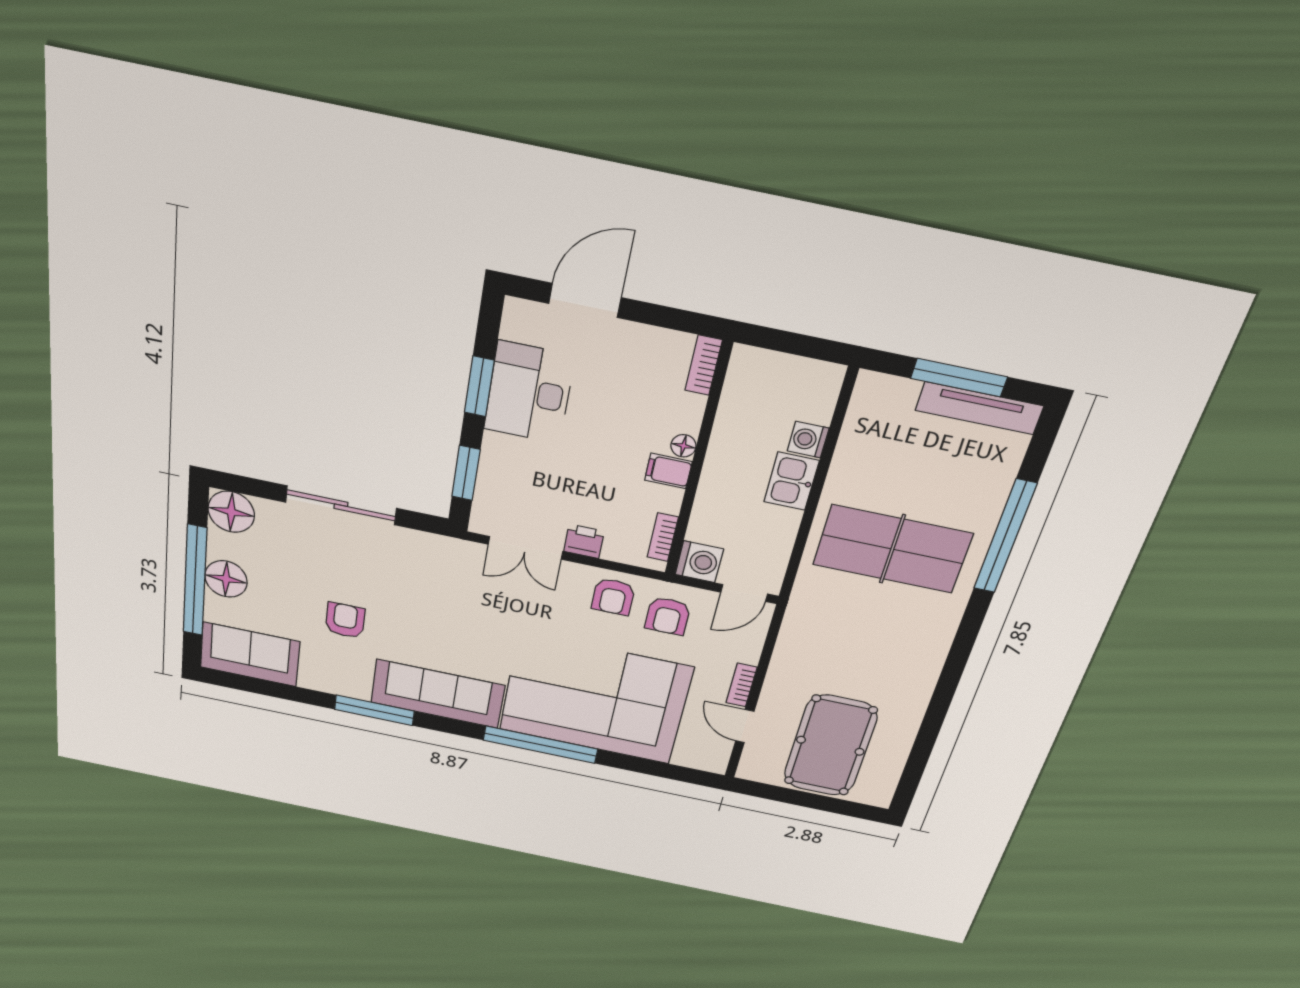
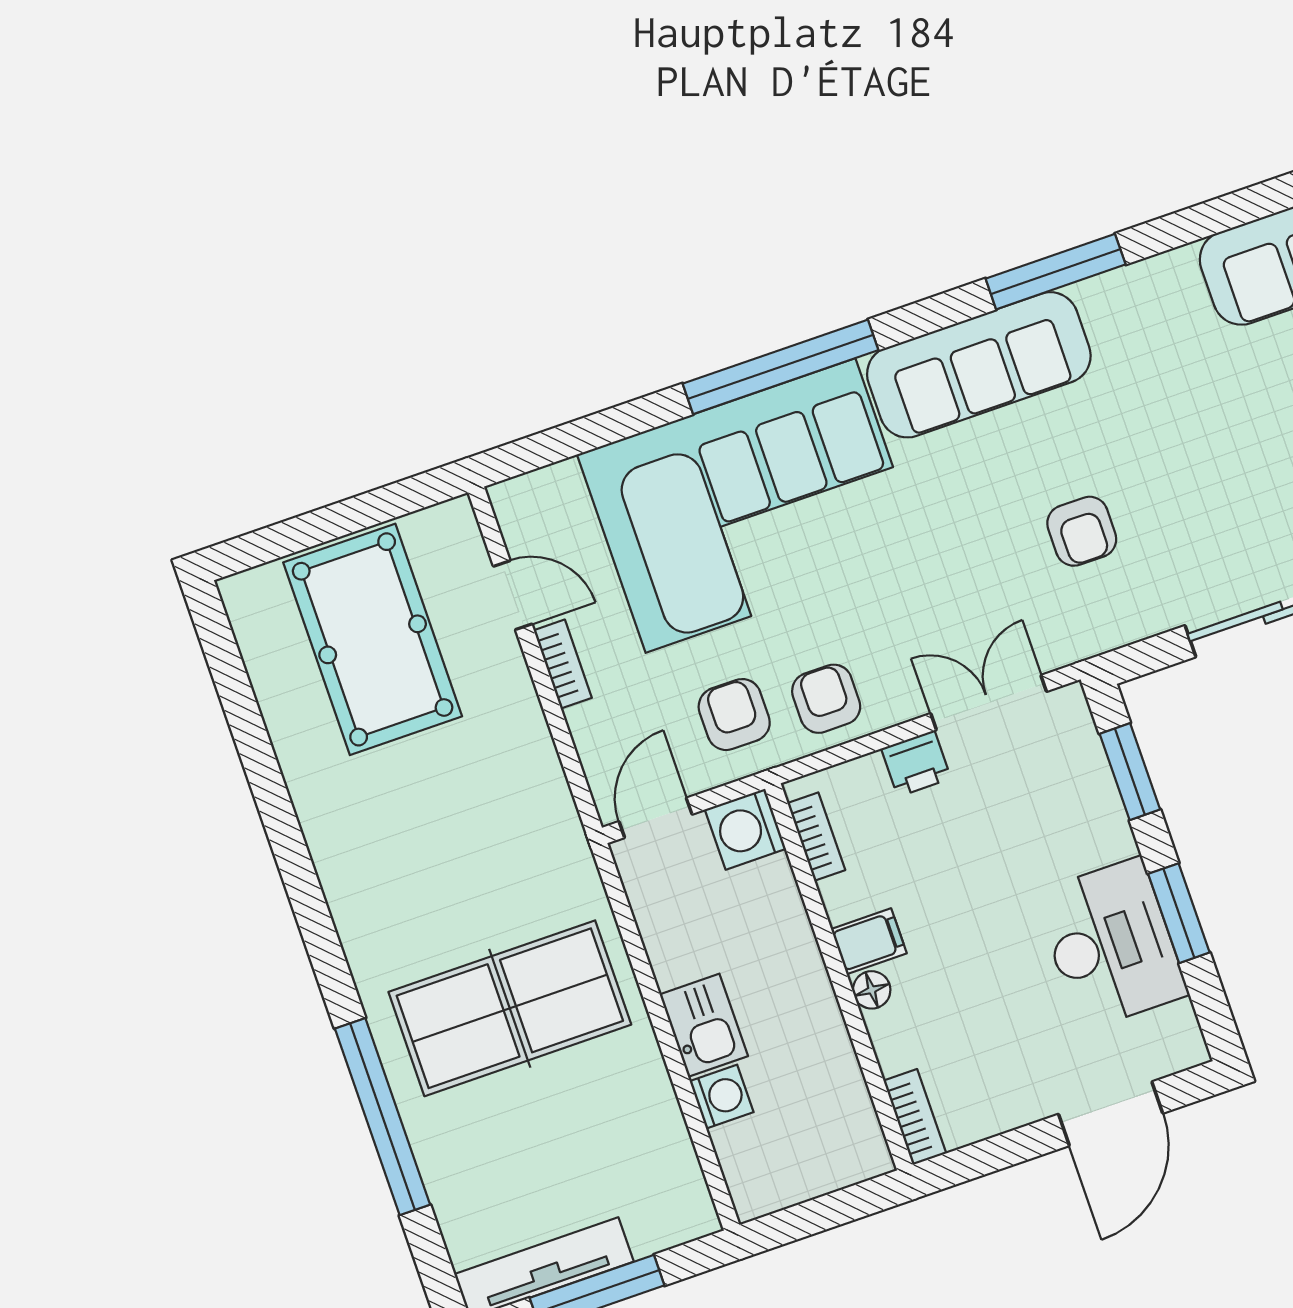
armchair: (345, 620) -> (1082, 531), moved

